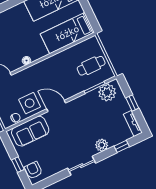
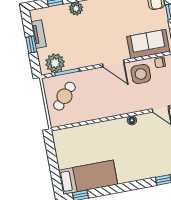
bed: (67, 33) -> (80, 138), removed
cafe table: (91, 66) -> (64, 96), turned -48
tv unit: (133, 123) -> (39, 34), moved

